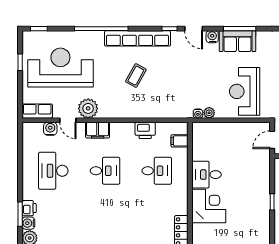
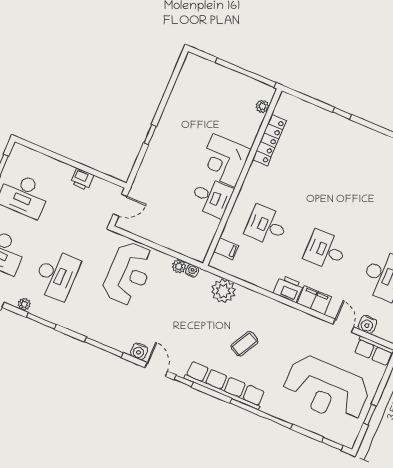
sofa: (238, 41) -> (112, 334), removed
plant: (88, 108) -> (223, 291), moved
printer: (145, 130) -> (288, 289), moved

